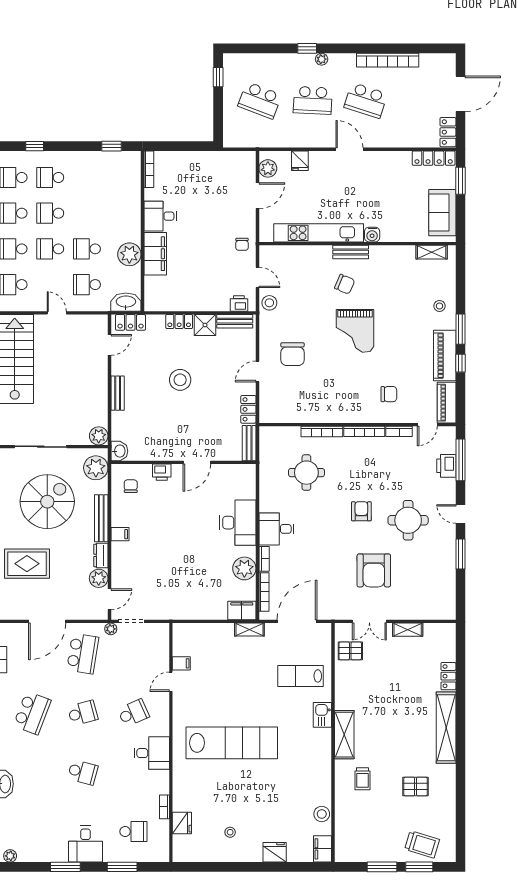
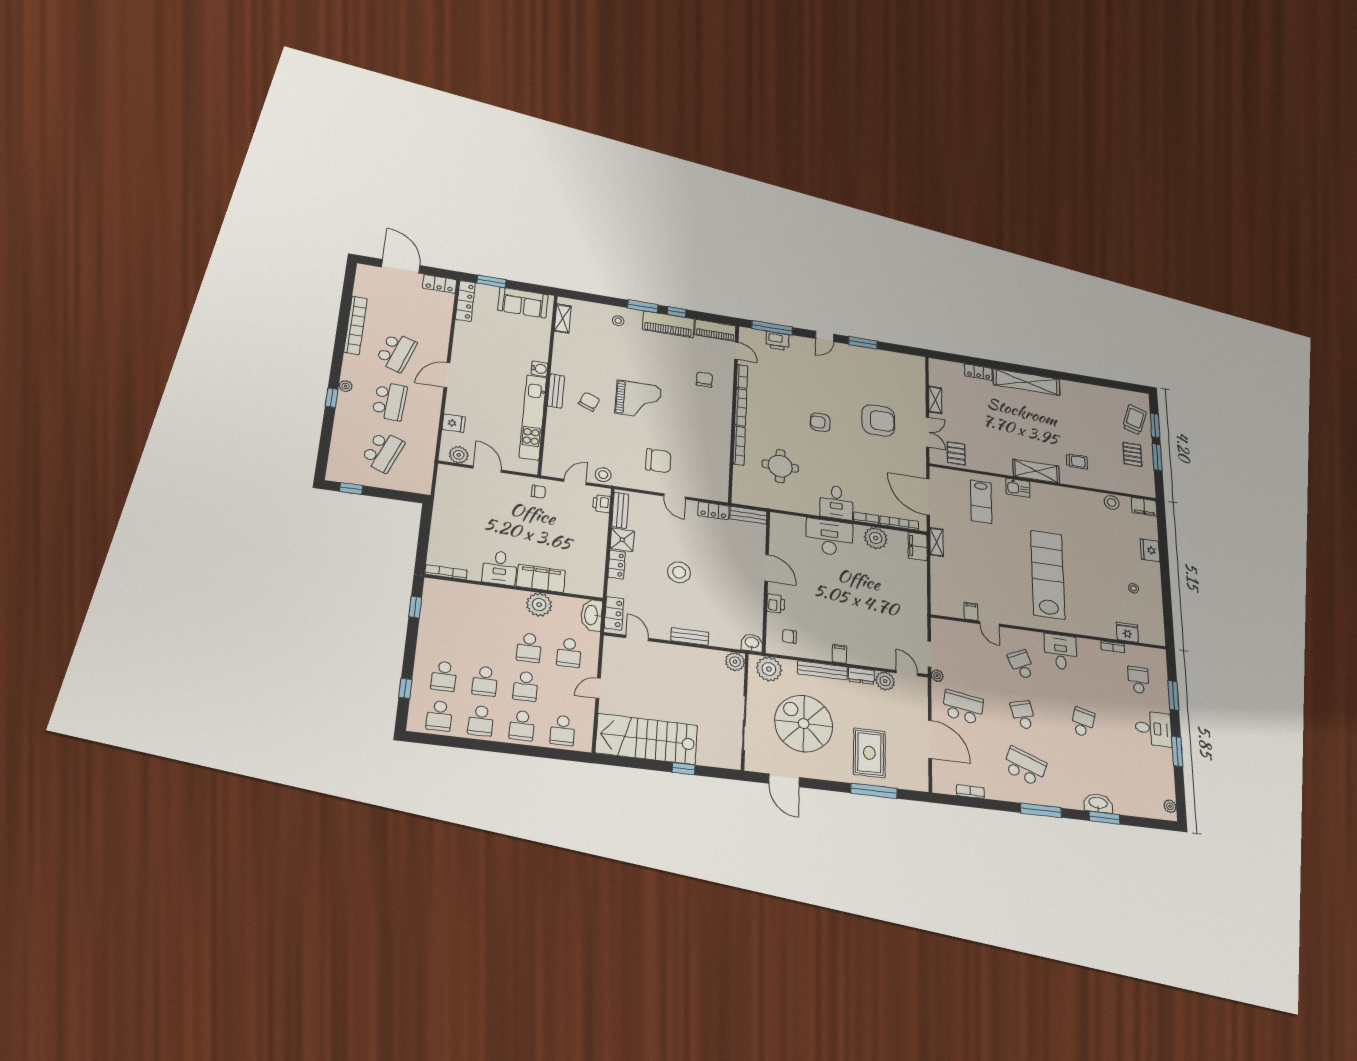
round table: (408, 520) -> (830, 383), removed
pallet: (415, 786) -> (1132, 454), moved

